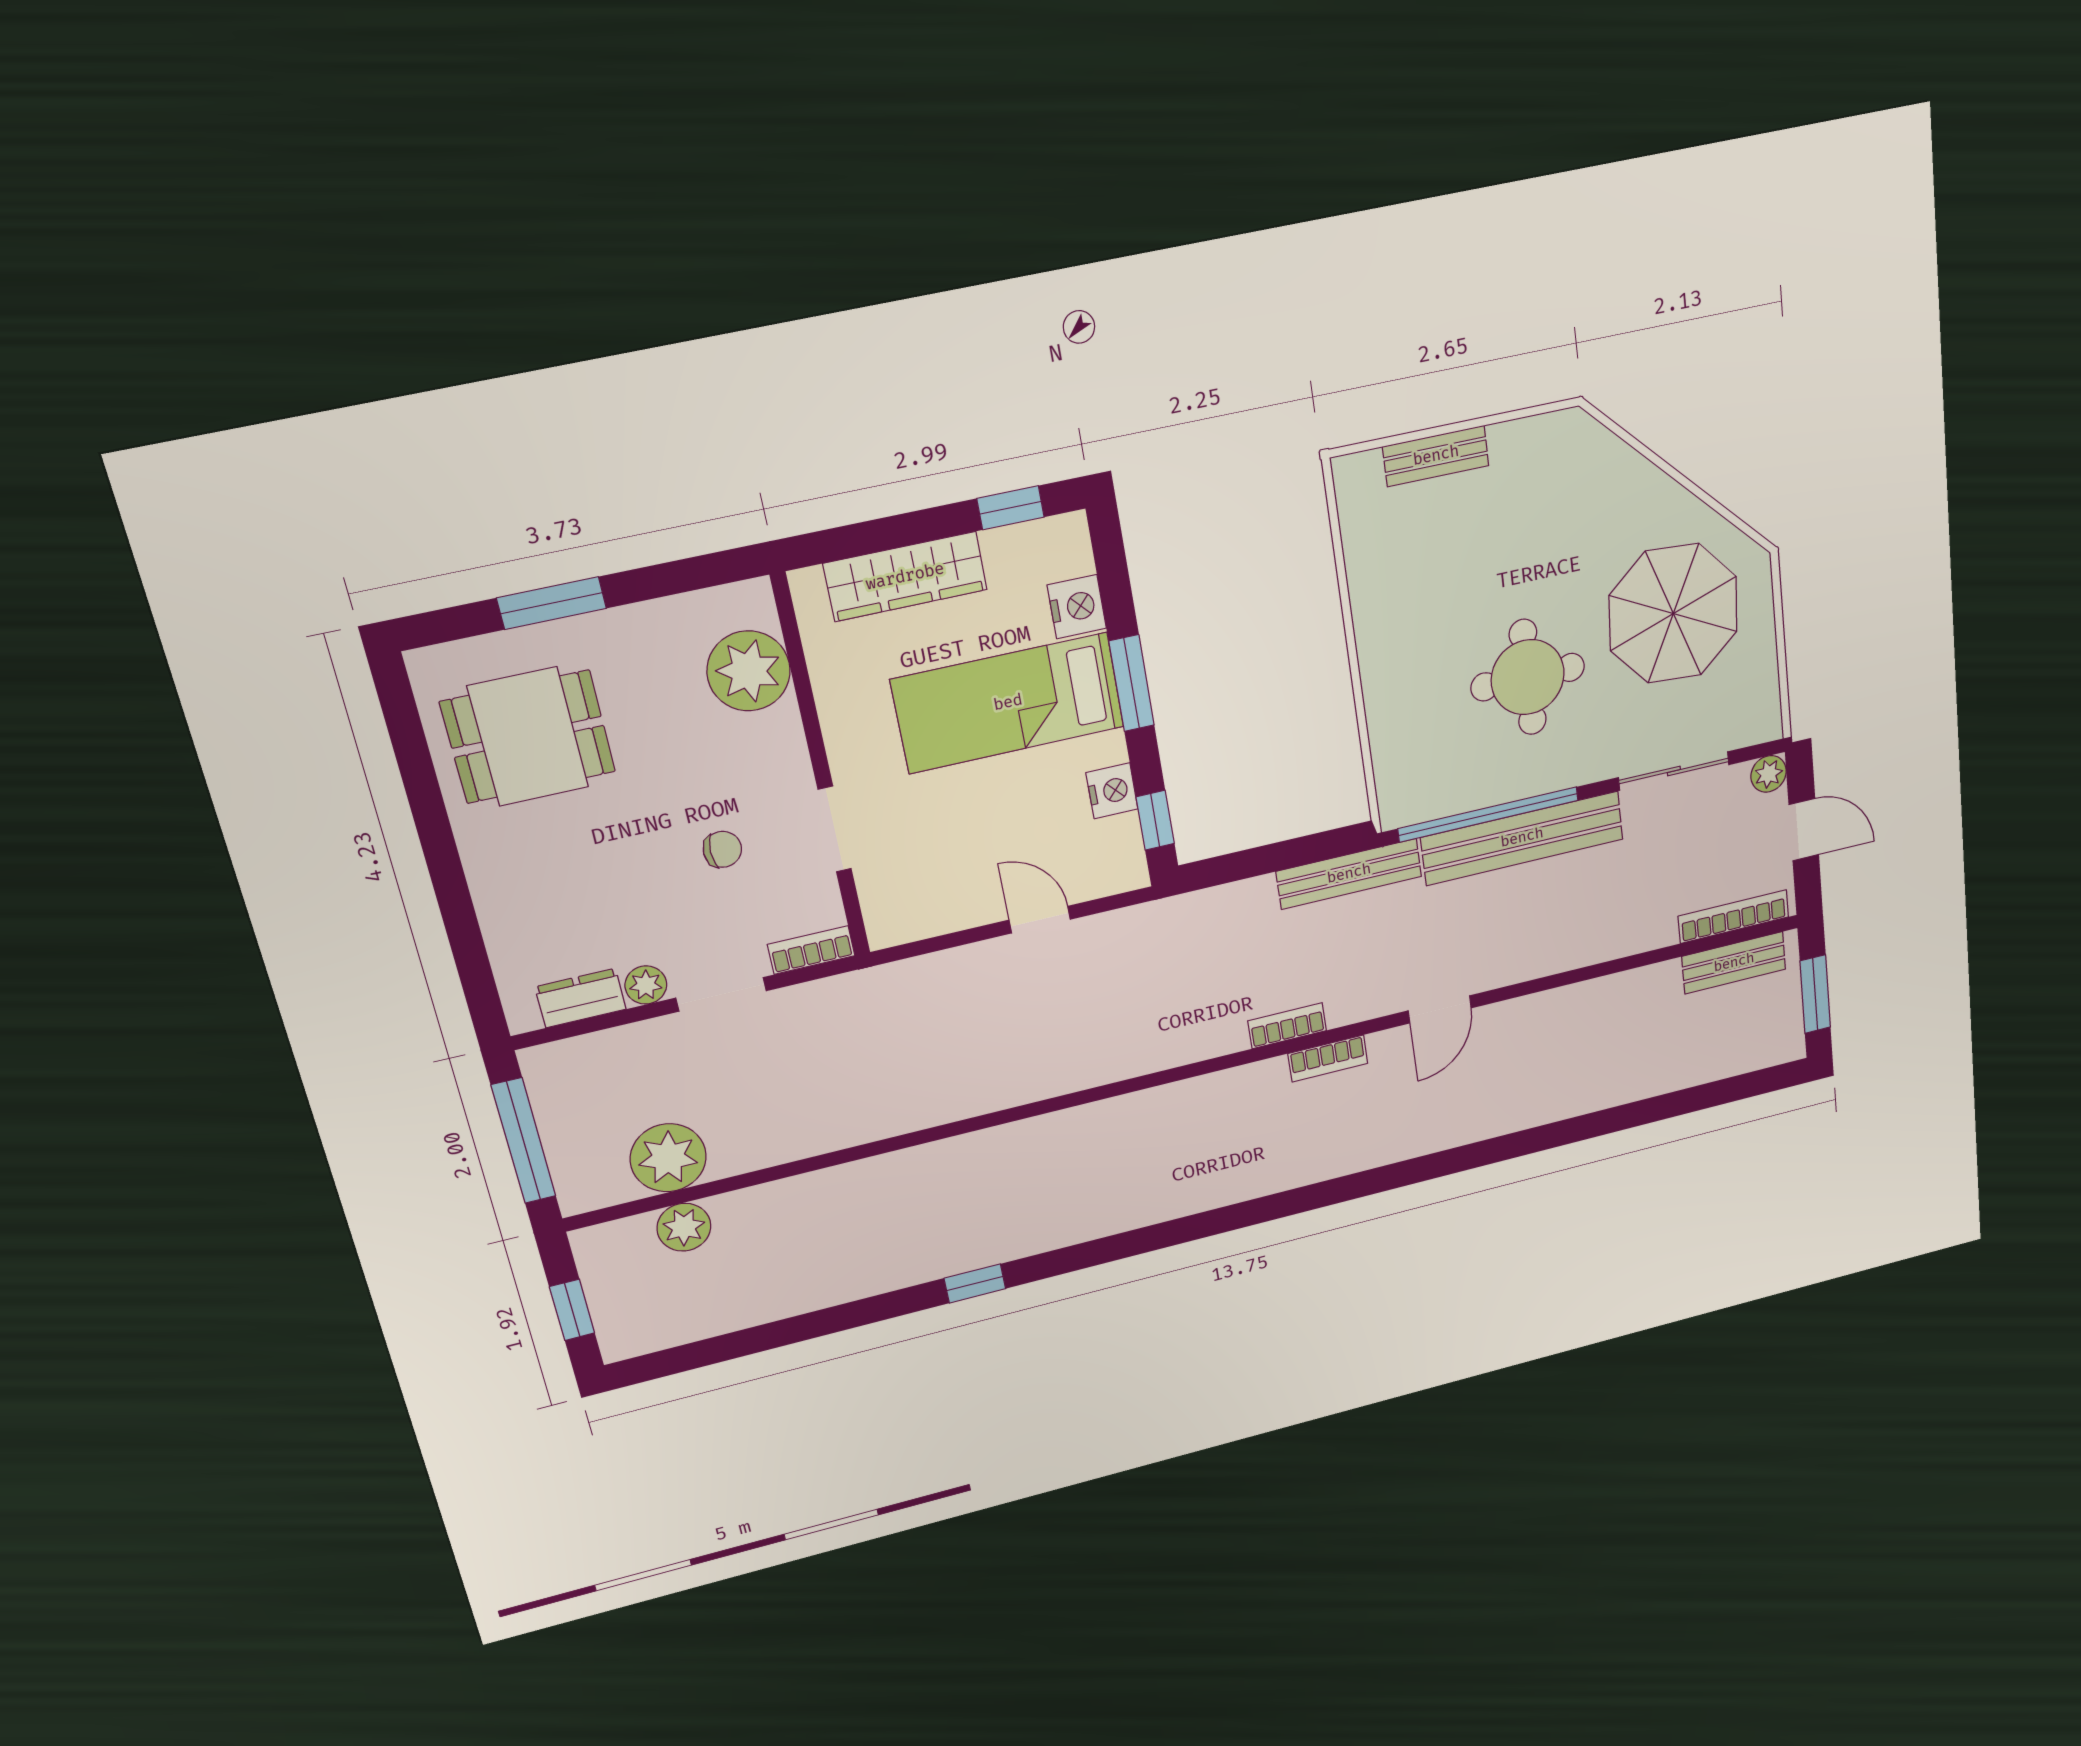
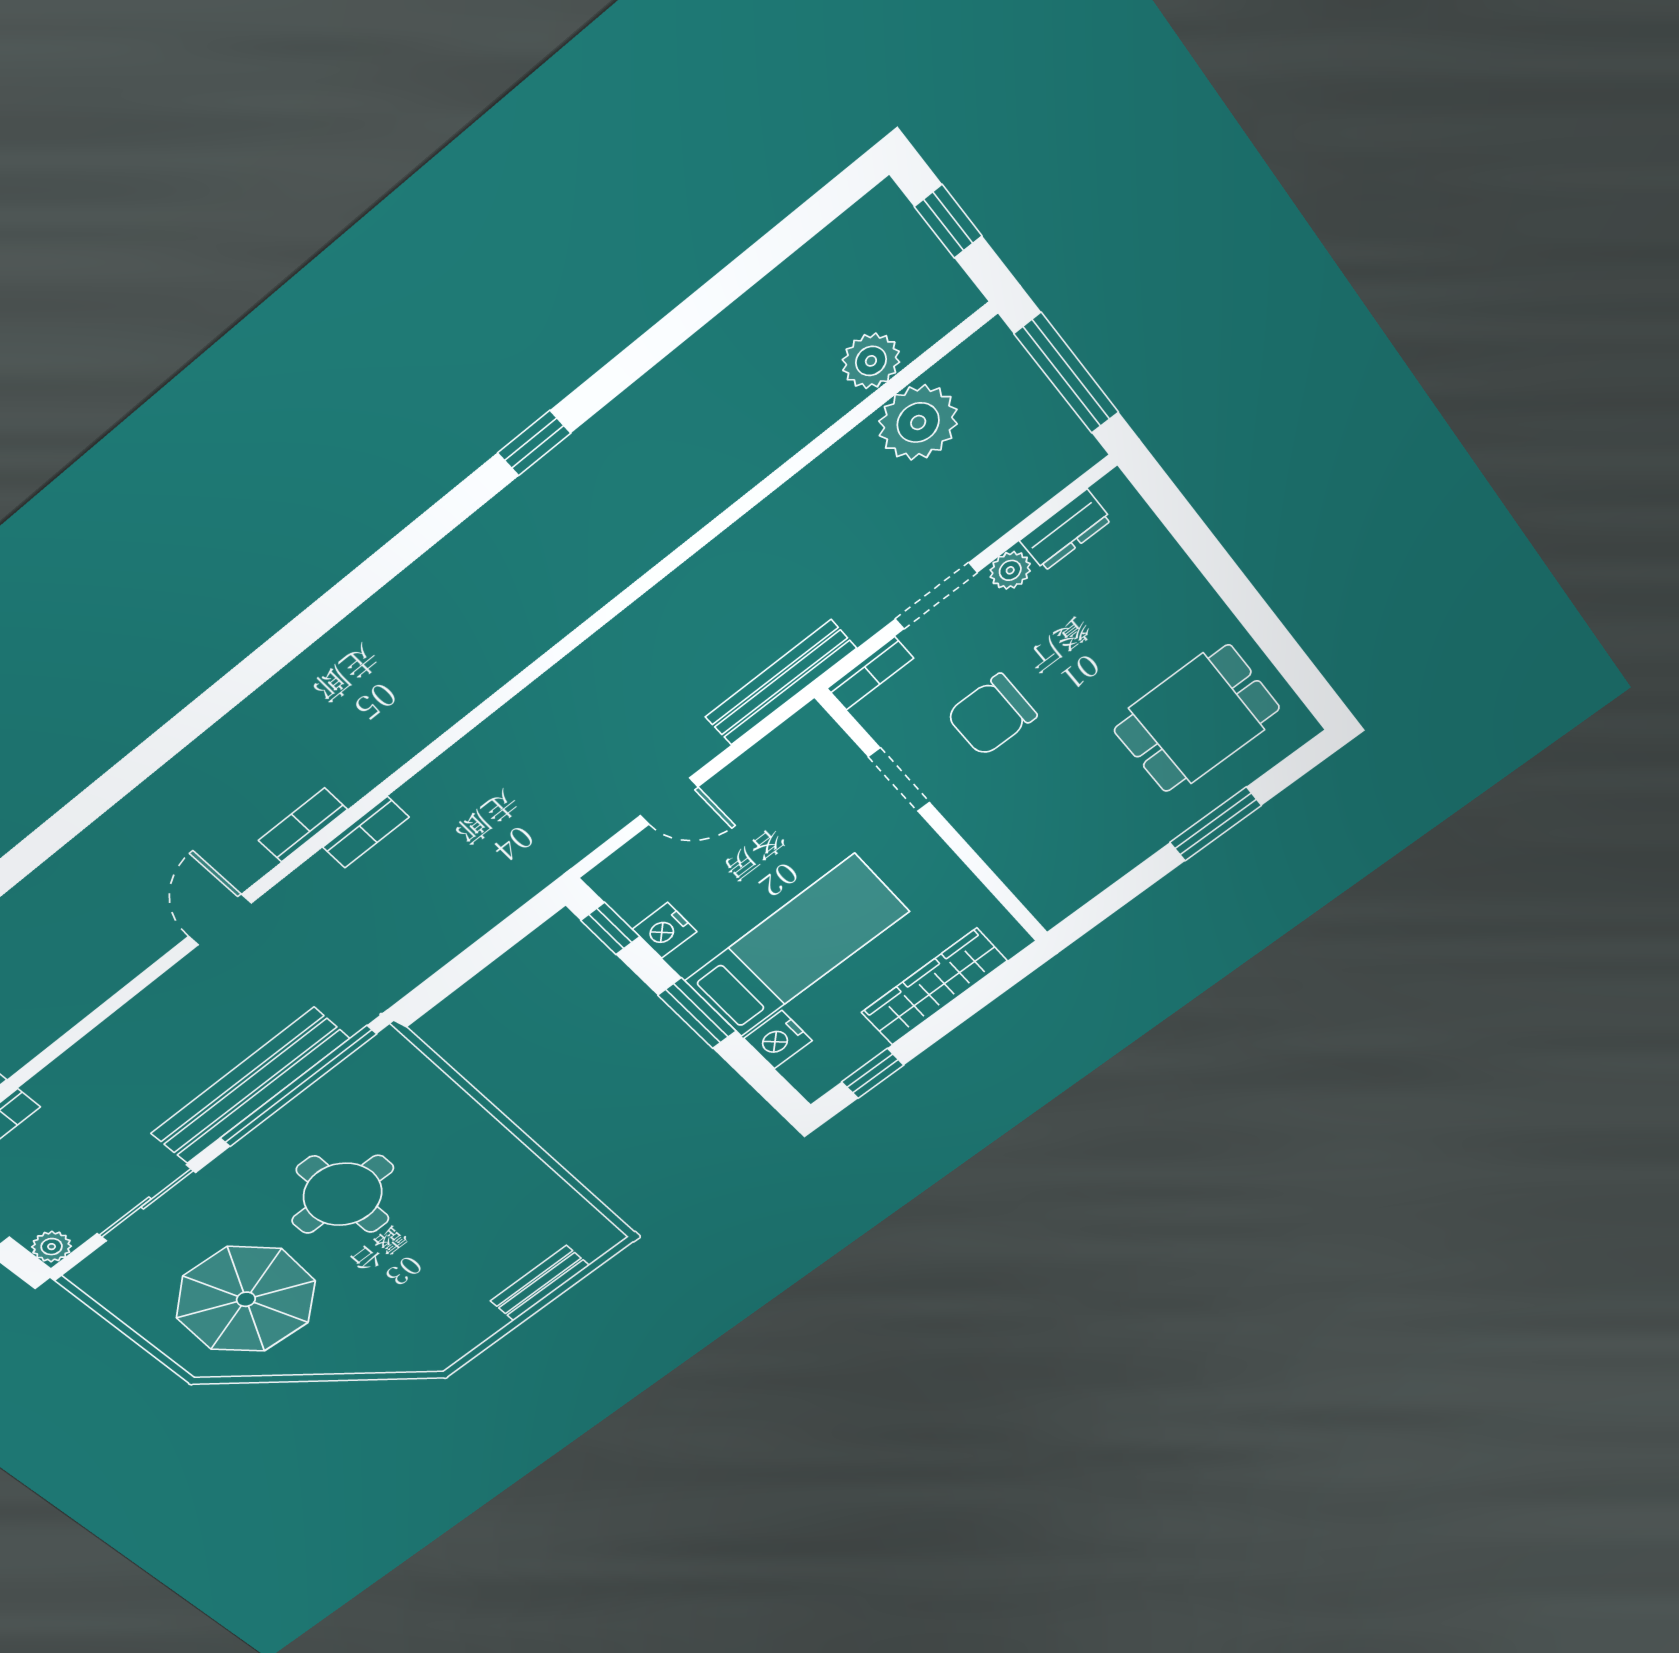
plant: (749, 671) -> (1032, 858), removed
chair: (722, 849) -> (992, 715), width x1.87, depth x1.87
bench: (1349, 874) -> (781, 683), moved

